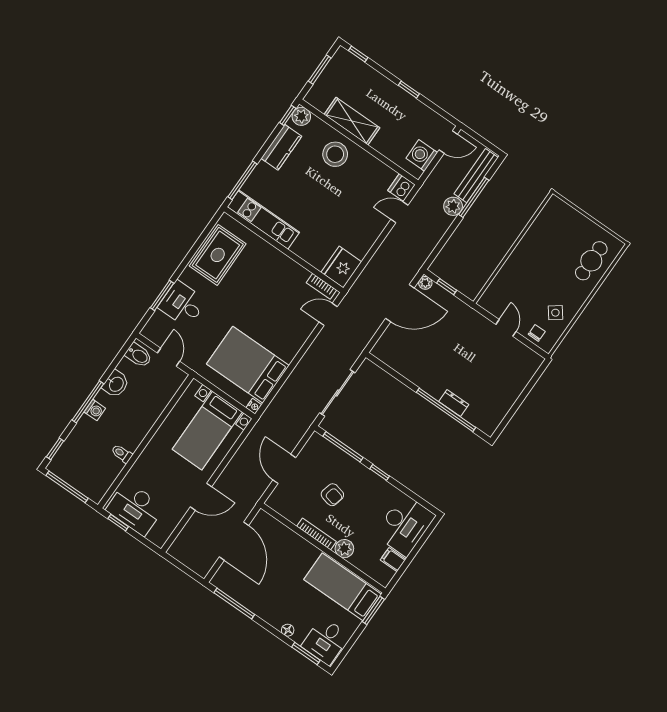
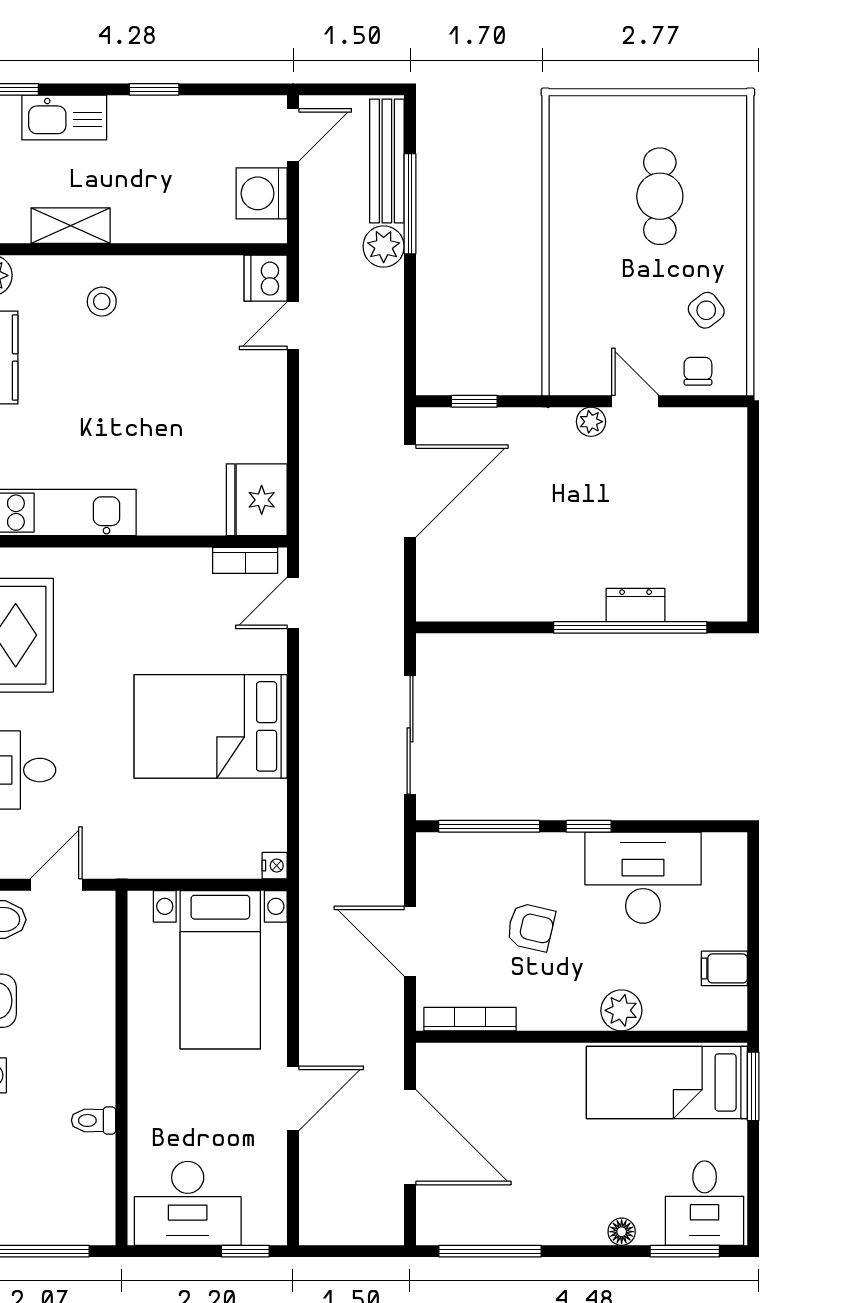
kitchen sink: (369, 77) -> (64, 118), added
shelving: (352, 121) -> (71, 226), width x0.67, depth x0.75
stool: (335, 154) -> (102, 302), width x0.53, depth x0.53
cafe table: (591, 261) -> (660, 196), moved
plant: (425, 283) -> (591, 422), moved
door: (169, 357) -> (56, 885), hinge flipped
bed: (248, 365) -> (211, 726), moved
window: (118, 523) -> (245, 1251), moved
desk: (405, 525) -> (643, 878), moved, turned -90
bookcase: (316, 534) -> (470, 1019), moved

